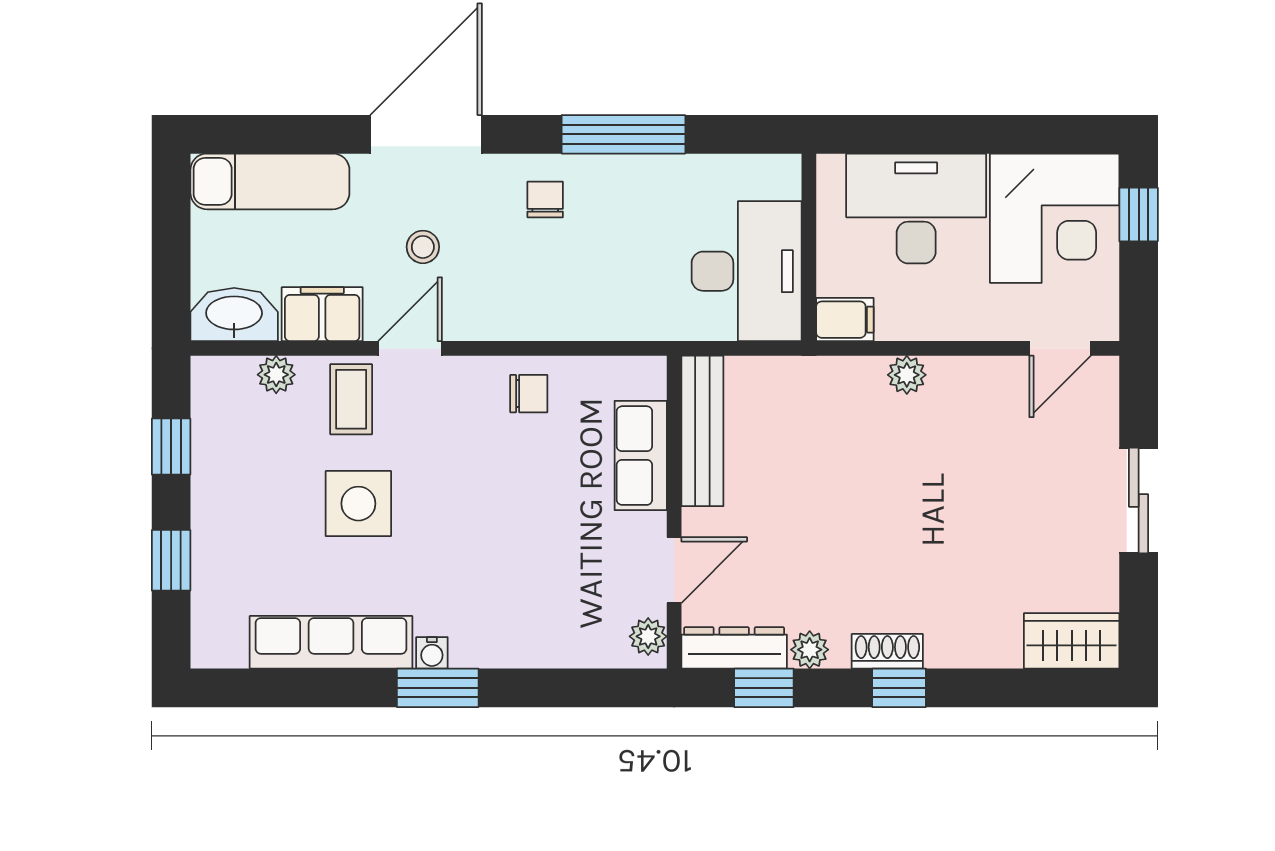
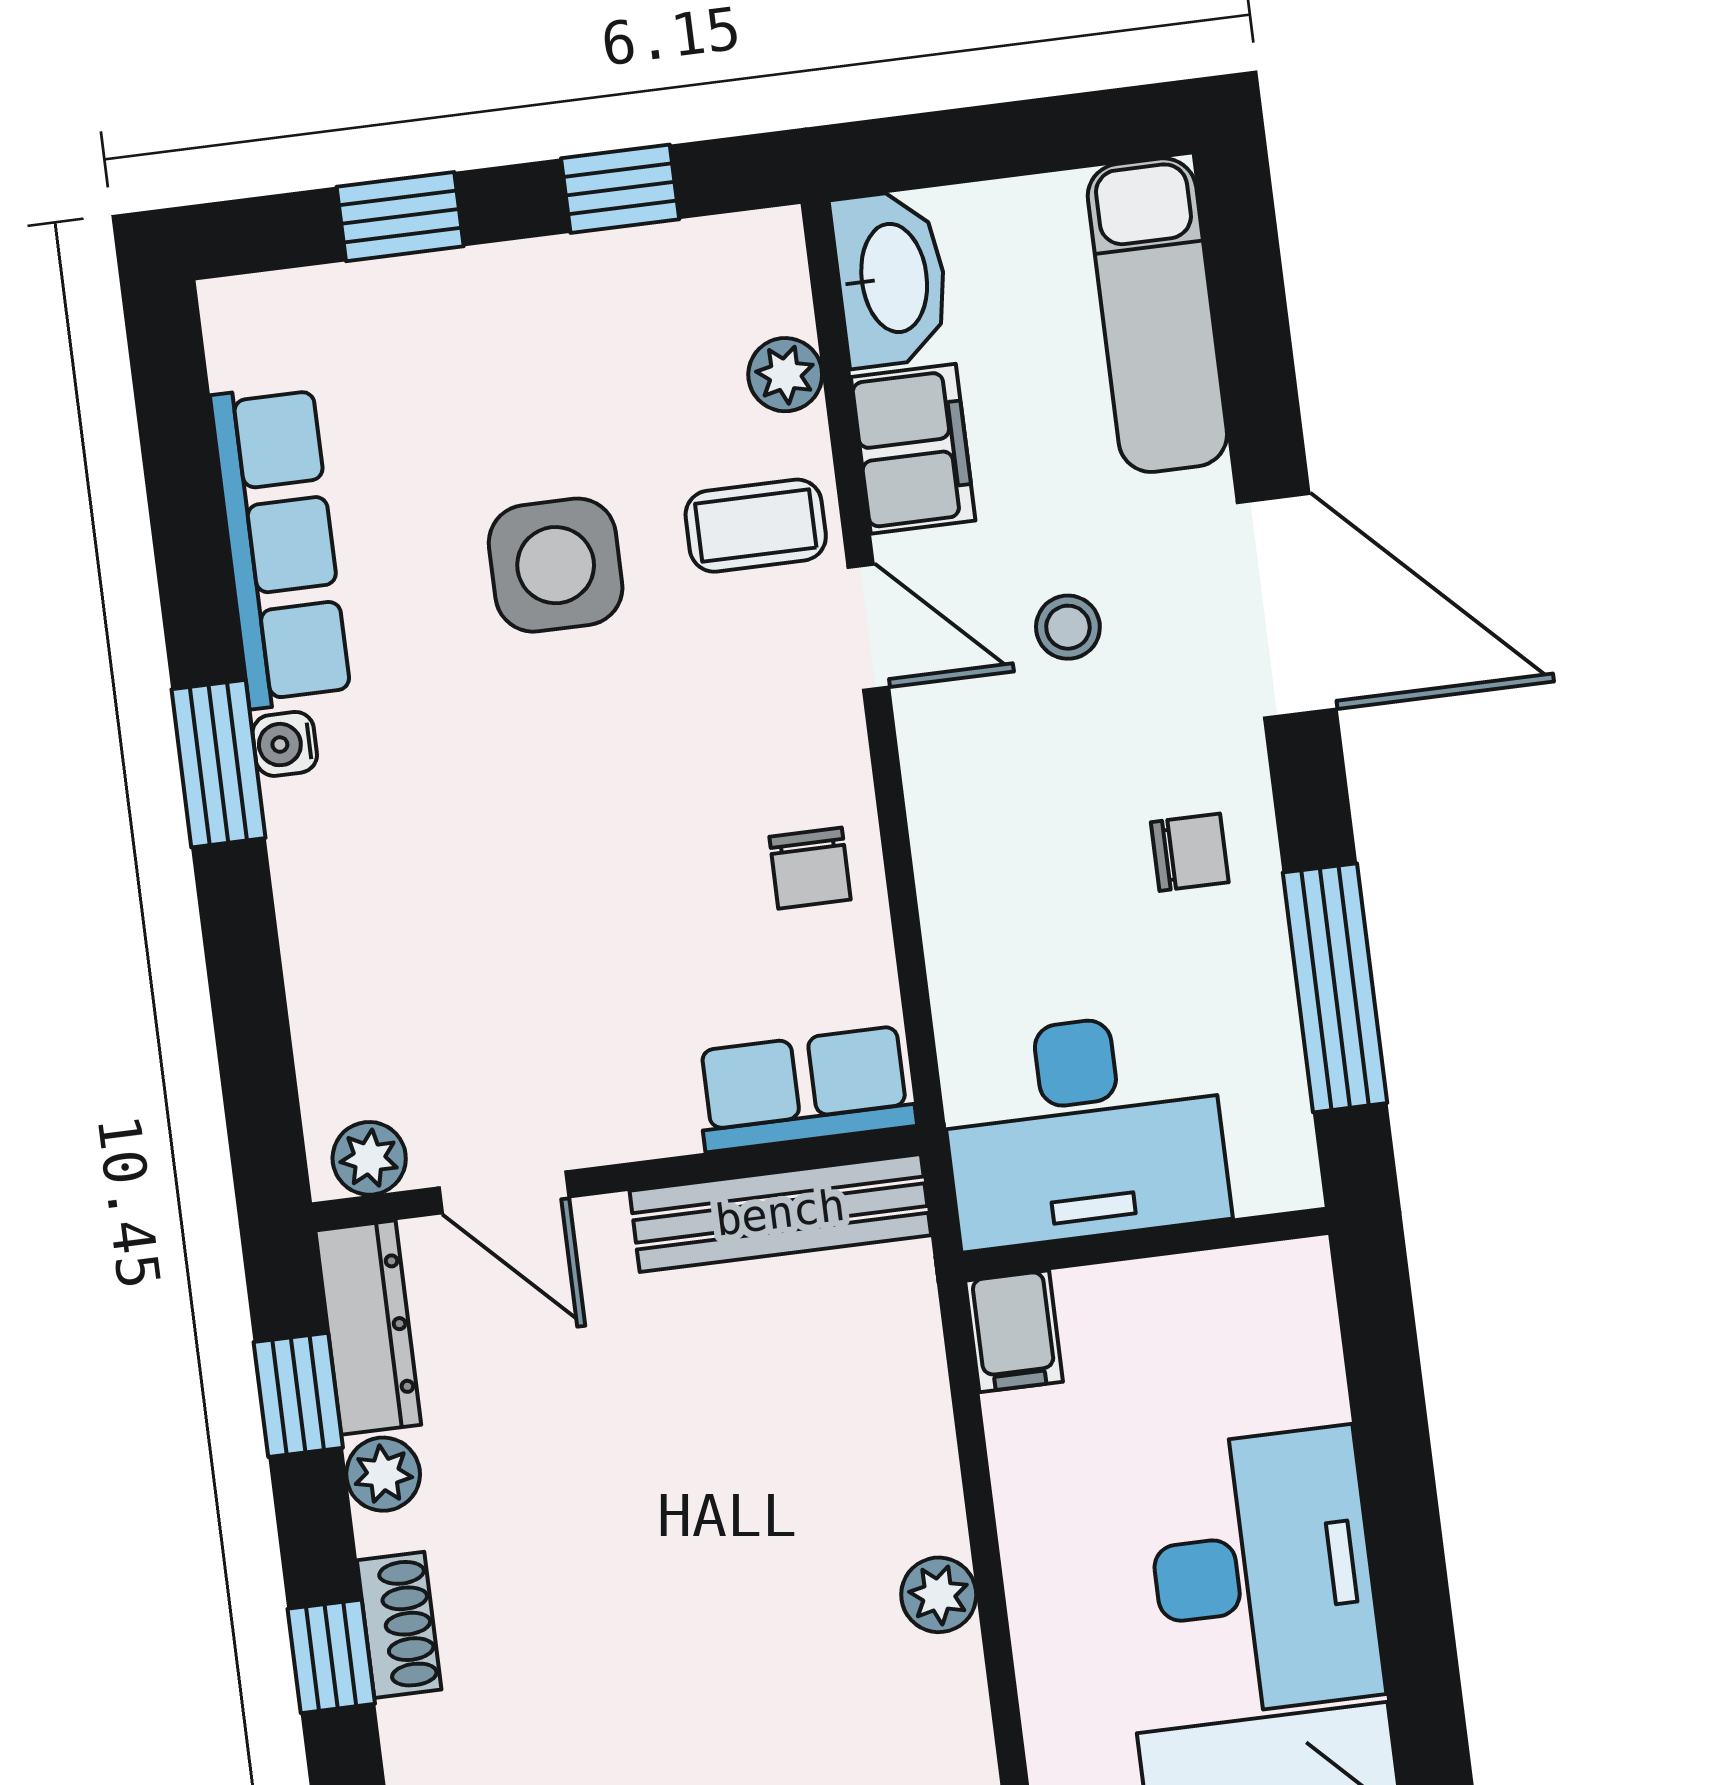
wall: (809, 247) -> (1145, 1244), moved
desk: (747, 271) -> (1084, 1129), moved
filing cabinet: (845, 320) -> (1014, 1331), moved
row of seats: (641, 456) -> (805, 1089), moved

